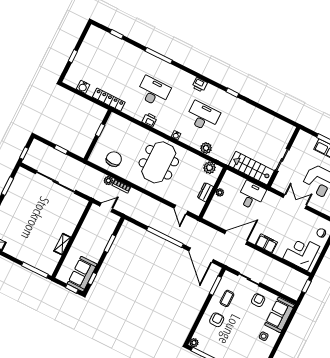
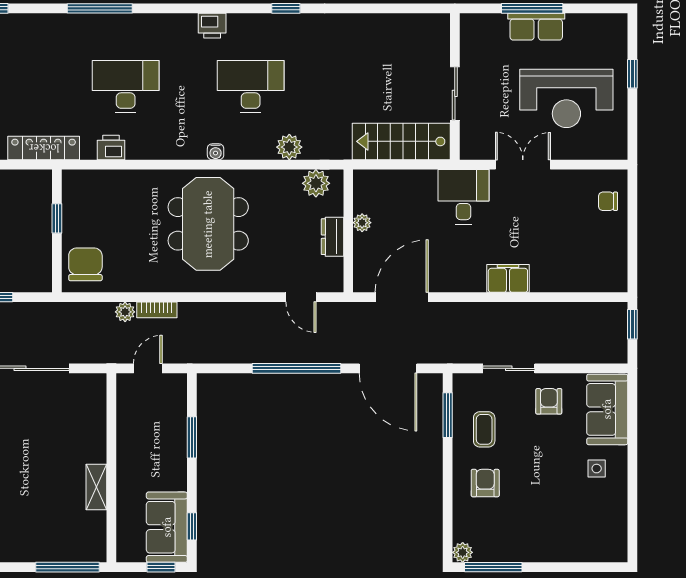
printer: (150, 120) -> (111, 148), moved
chair: (114, 159) -> (85, 264), moved
desk: (251, 195) -> (463, 197), moved
door: (236, 237) -> (402, 297), moved
corner desk: (301, 252) -> (587, 261), removed

